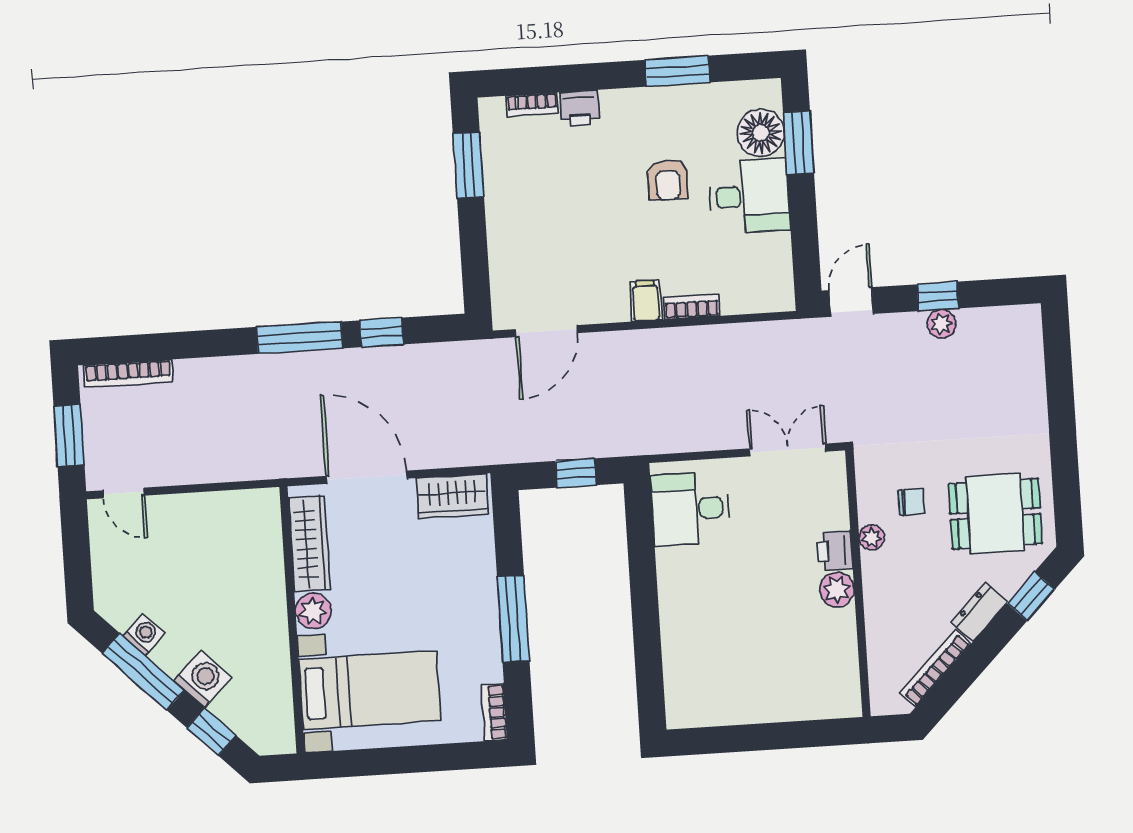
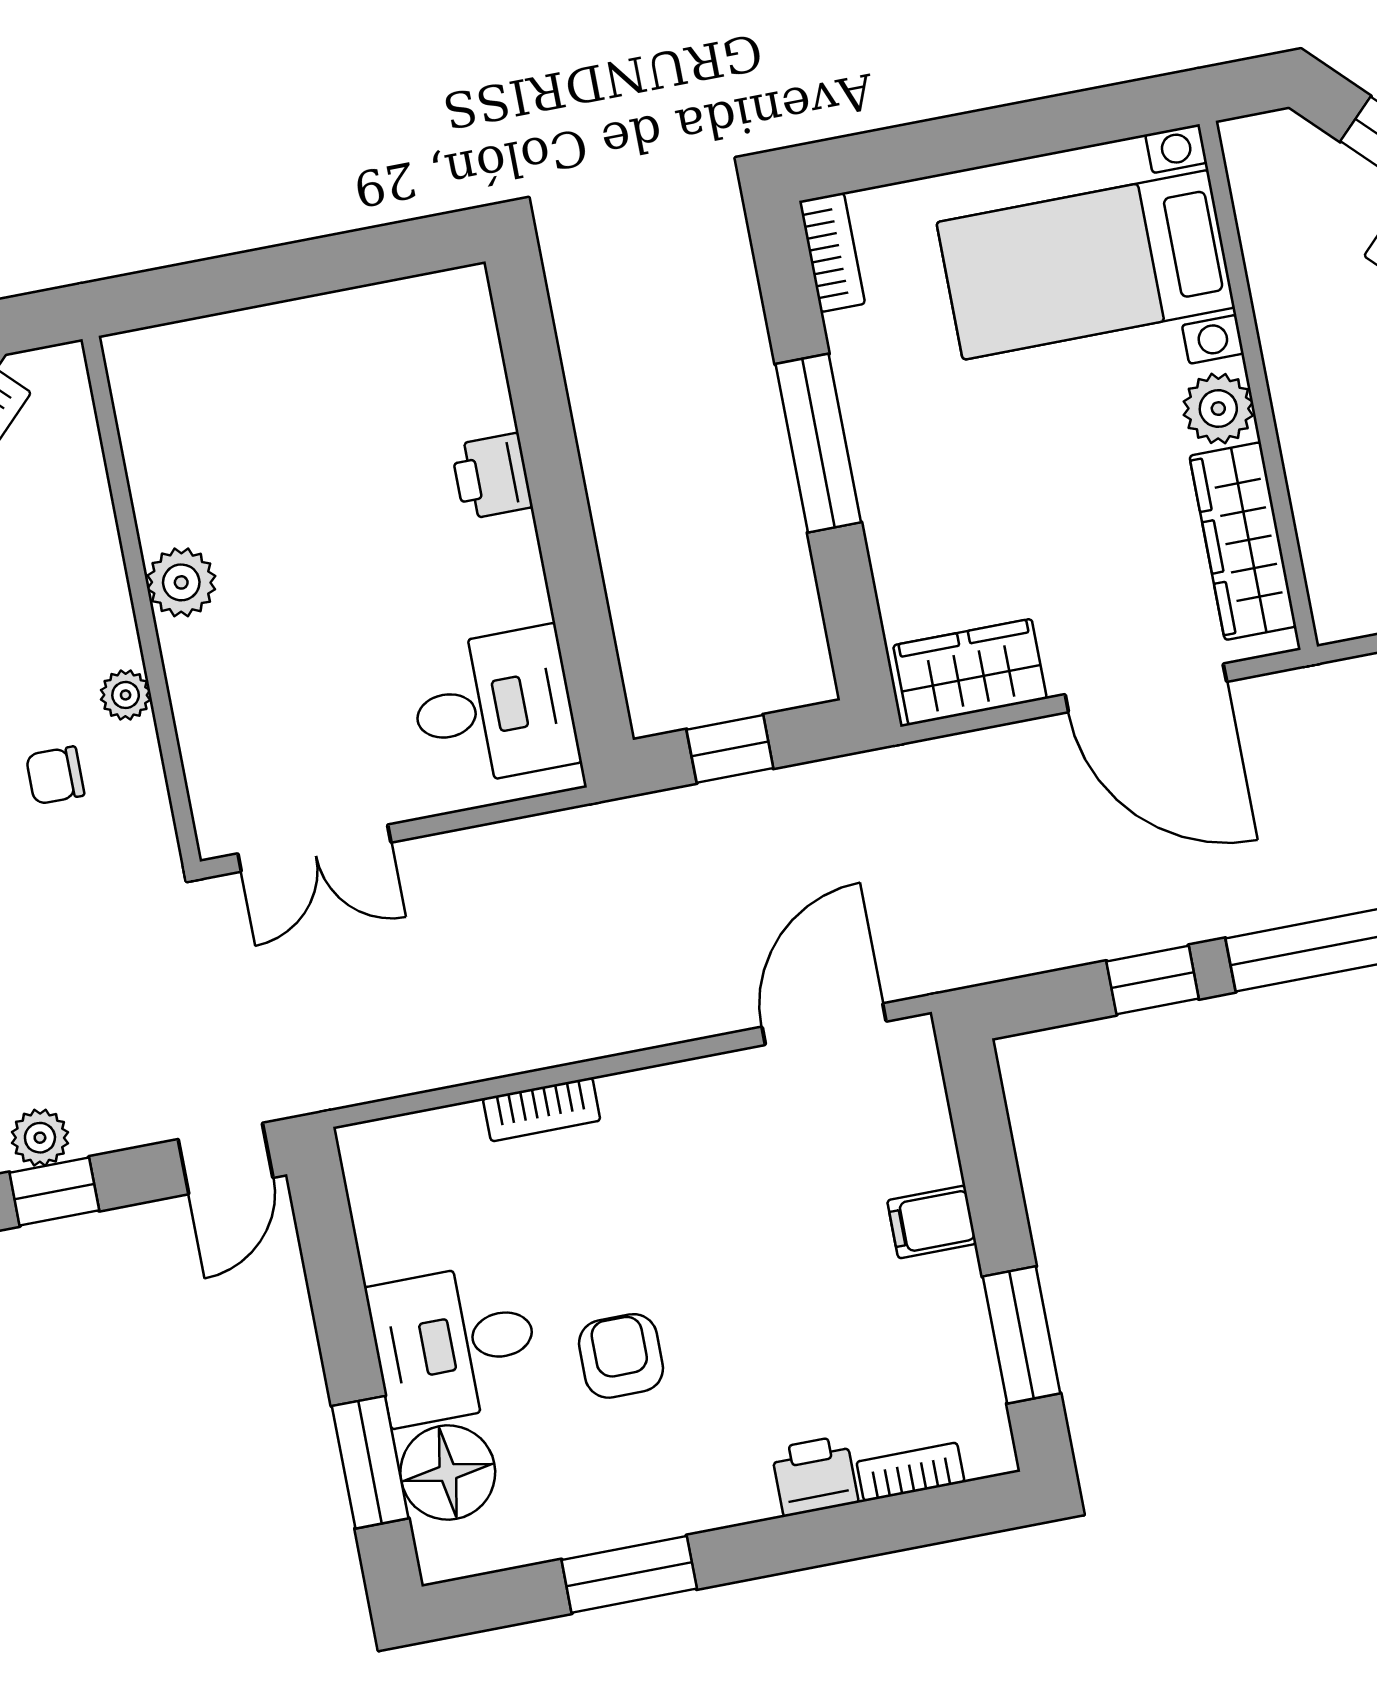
filing cabinet: (646, 301) -> (932, 1222), moved, turned 90
printer: (834, 551) -> (492, 476), moved, turned 180

